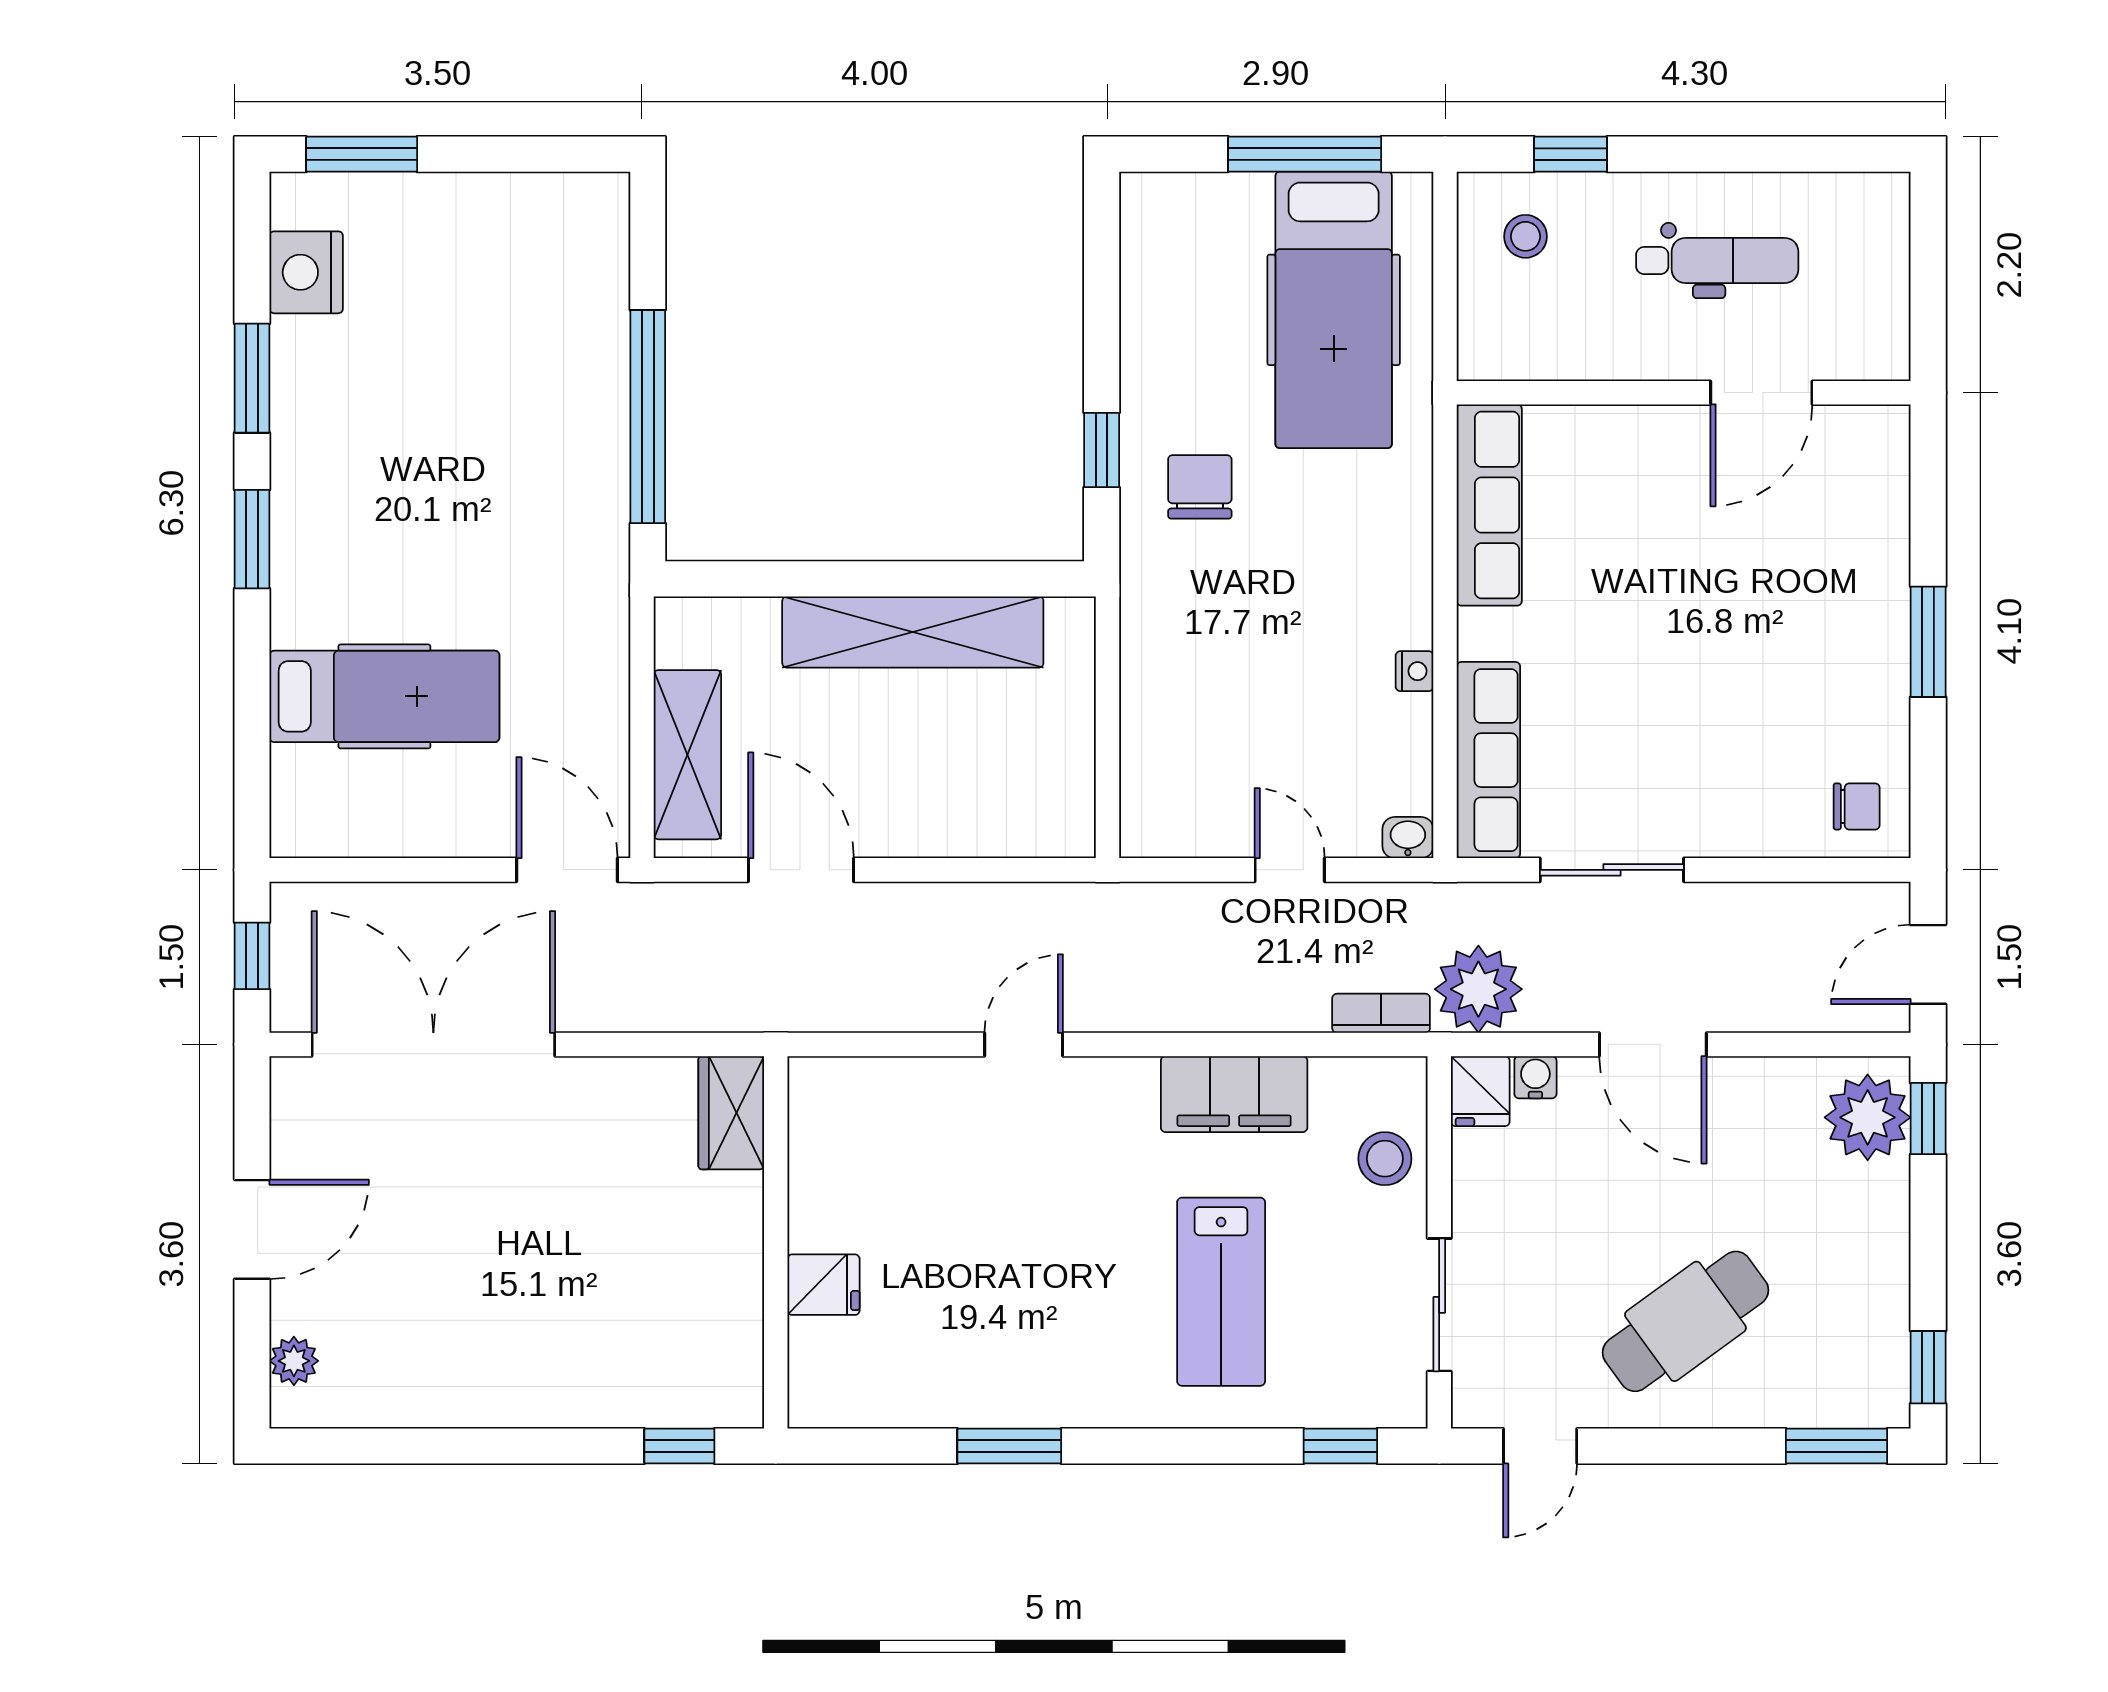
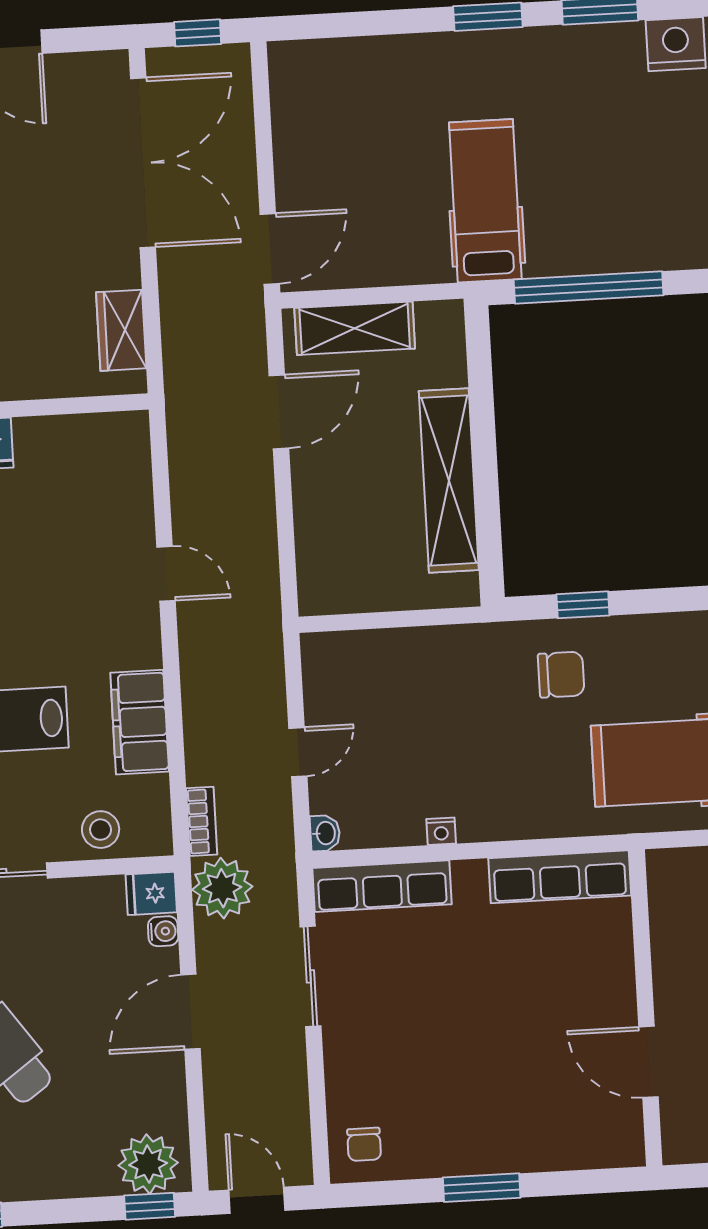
hospital bed: (384, 696) -> (485, 201), moved, turned 180
wardrobe: (731, 1113) -> (121, 330), moved, turned -90

